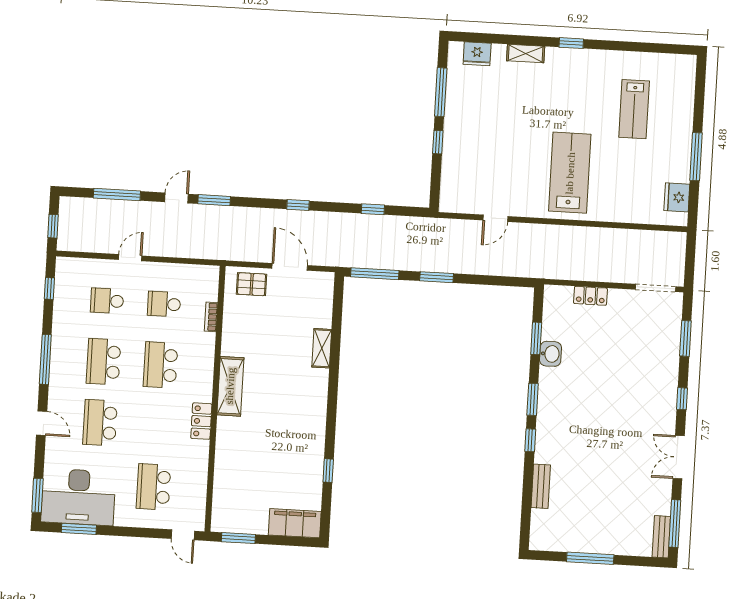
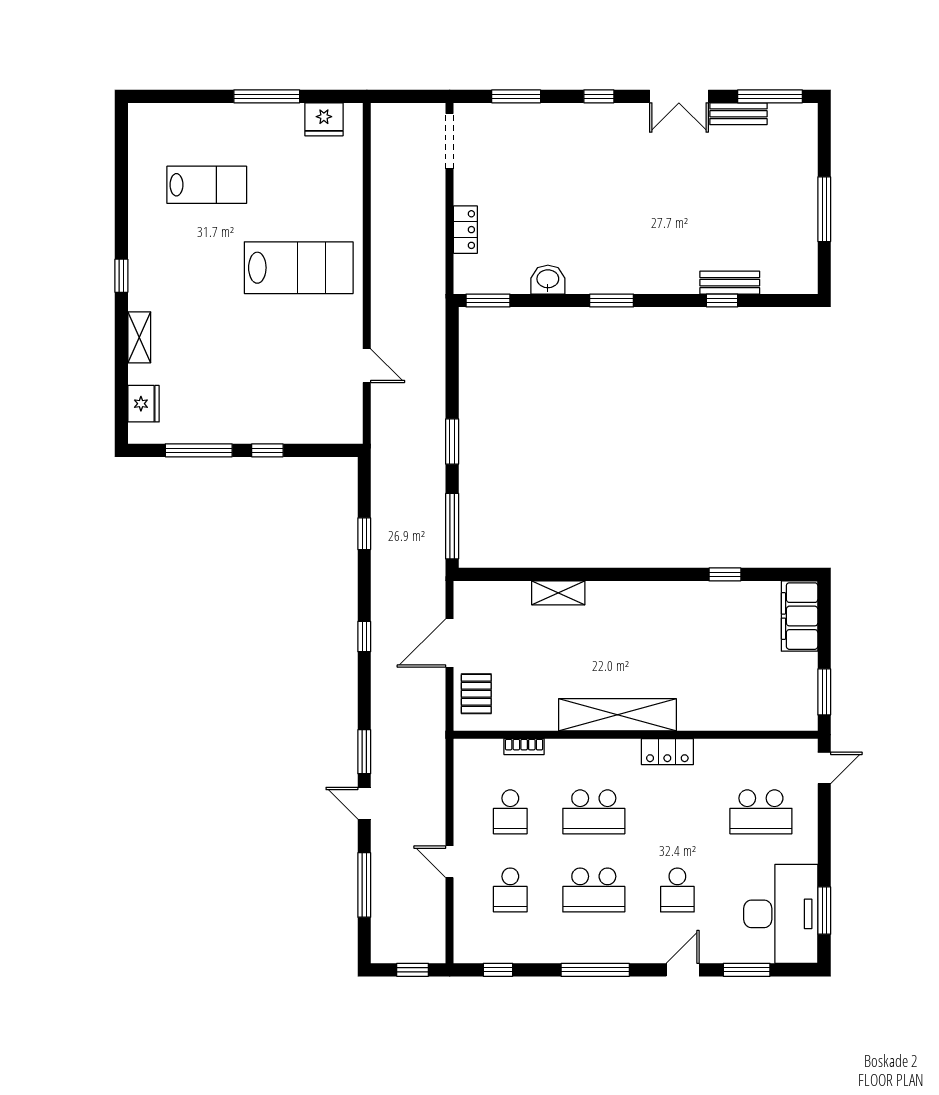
lab bench: (570, 173) -> (299, 268), turned 180
window: (536, 338) -> (488, 301), moved
shelving: (230, 386) -> (617, 715), width x1.47
school desk: (100, 423) -> (677, 890), width x0.54
window: (530, 440) -> (722, 301), moved
window: (37, 495) -> (747, 970), moved
bench: (661, 537) -> (738, 114), moved

